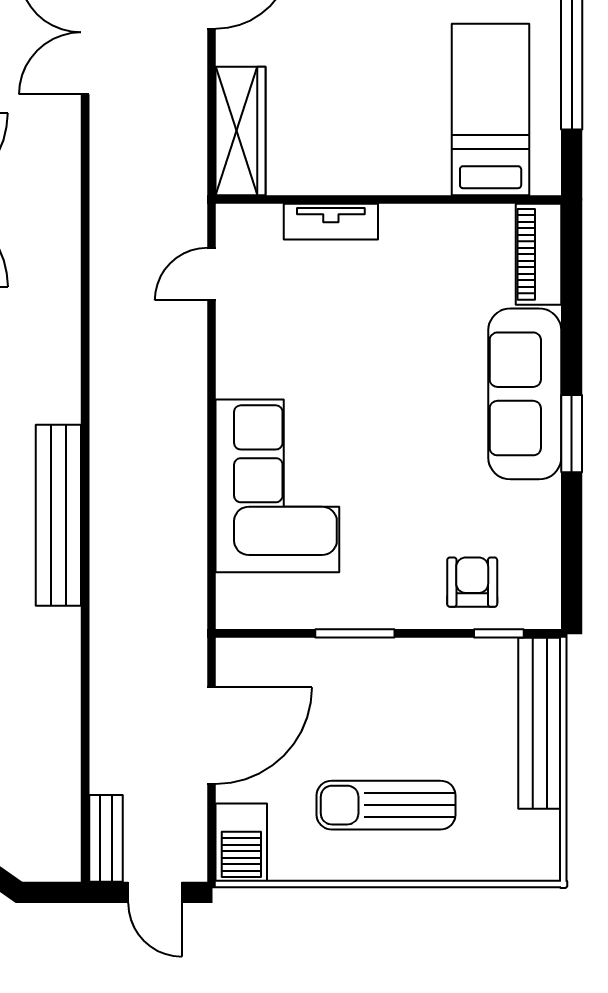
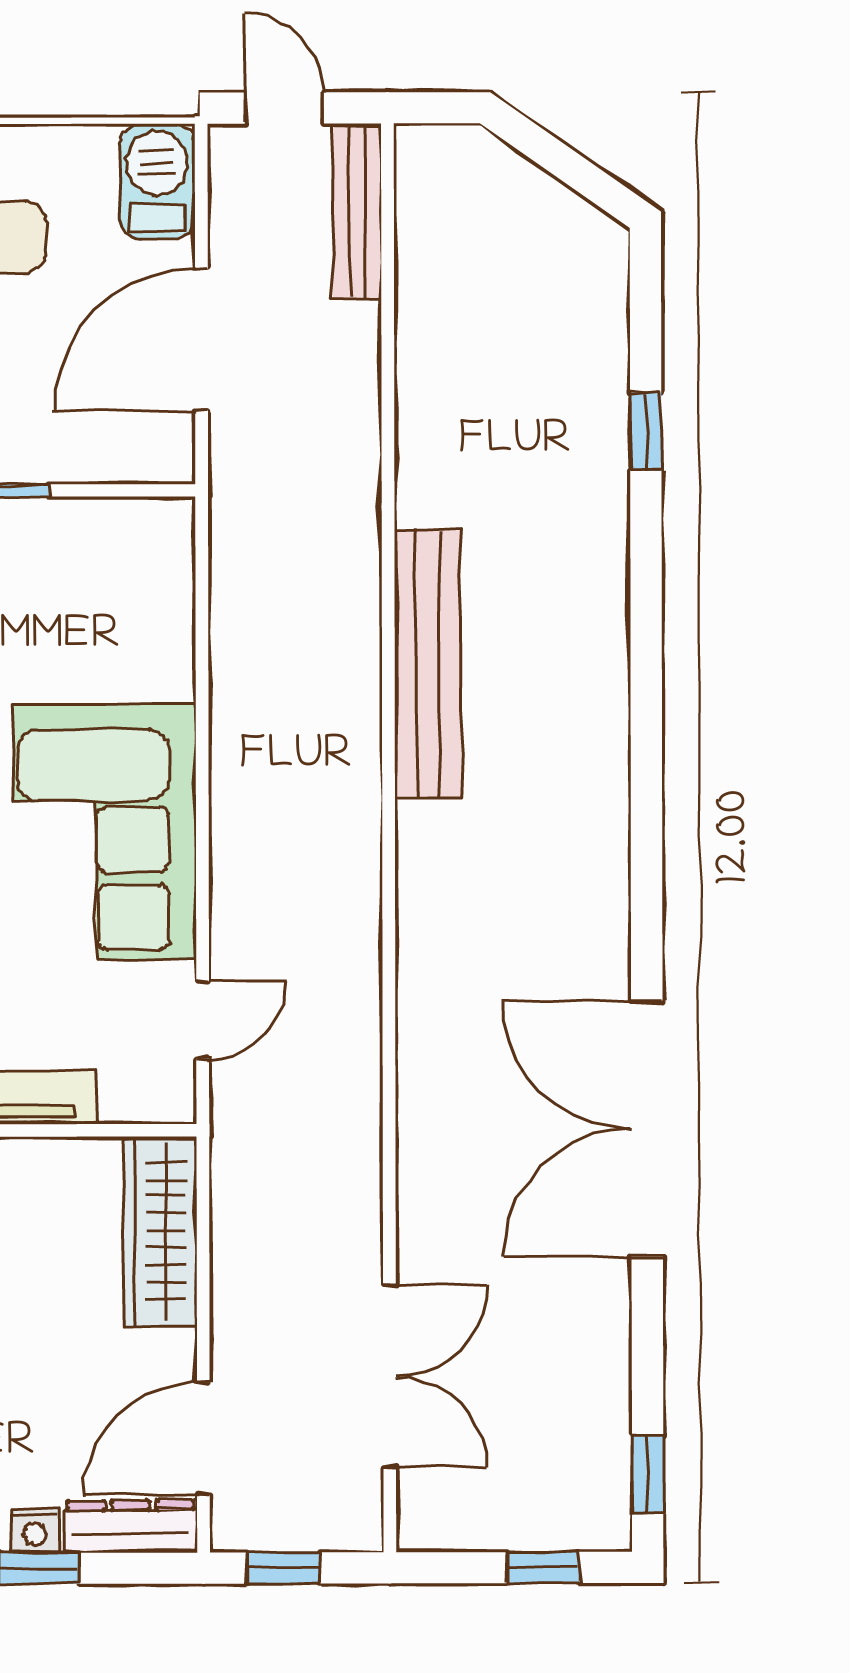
corner sofa: (277, 486) -> (105, 832), moved
bench: (106, 838) -> (357, 211), width x1.36

